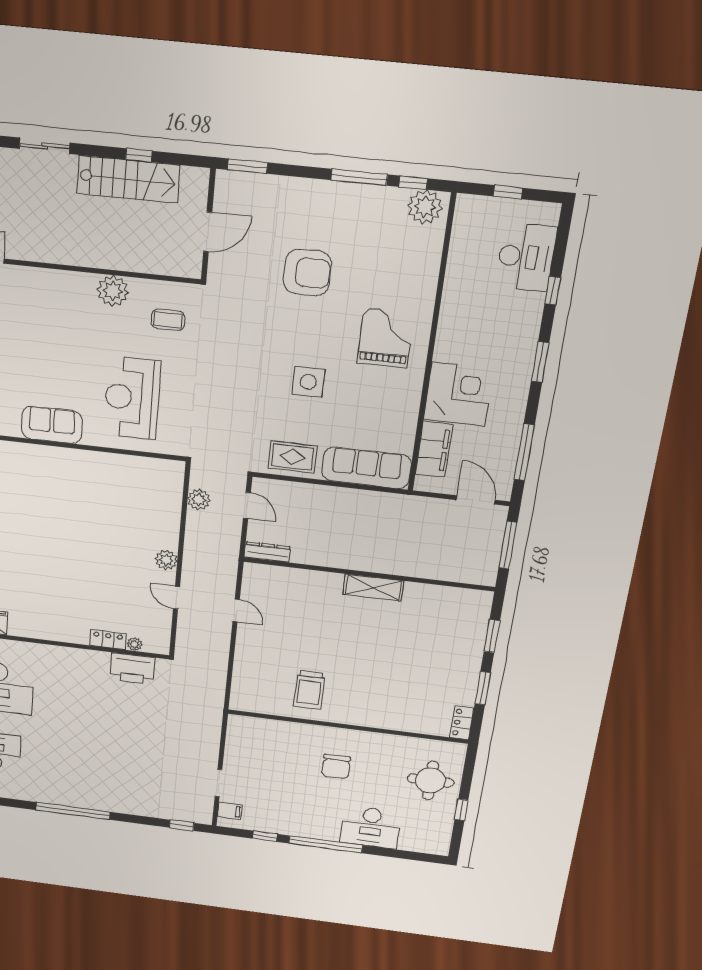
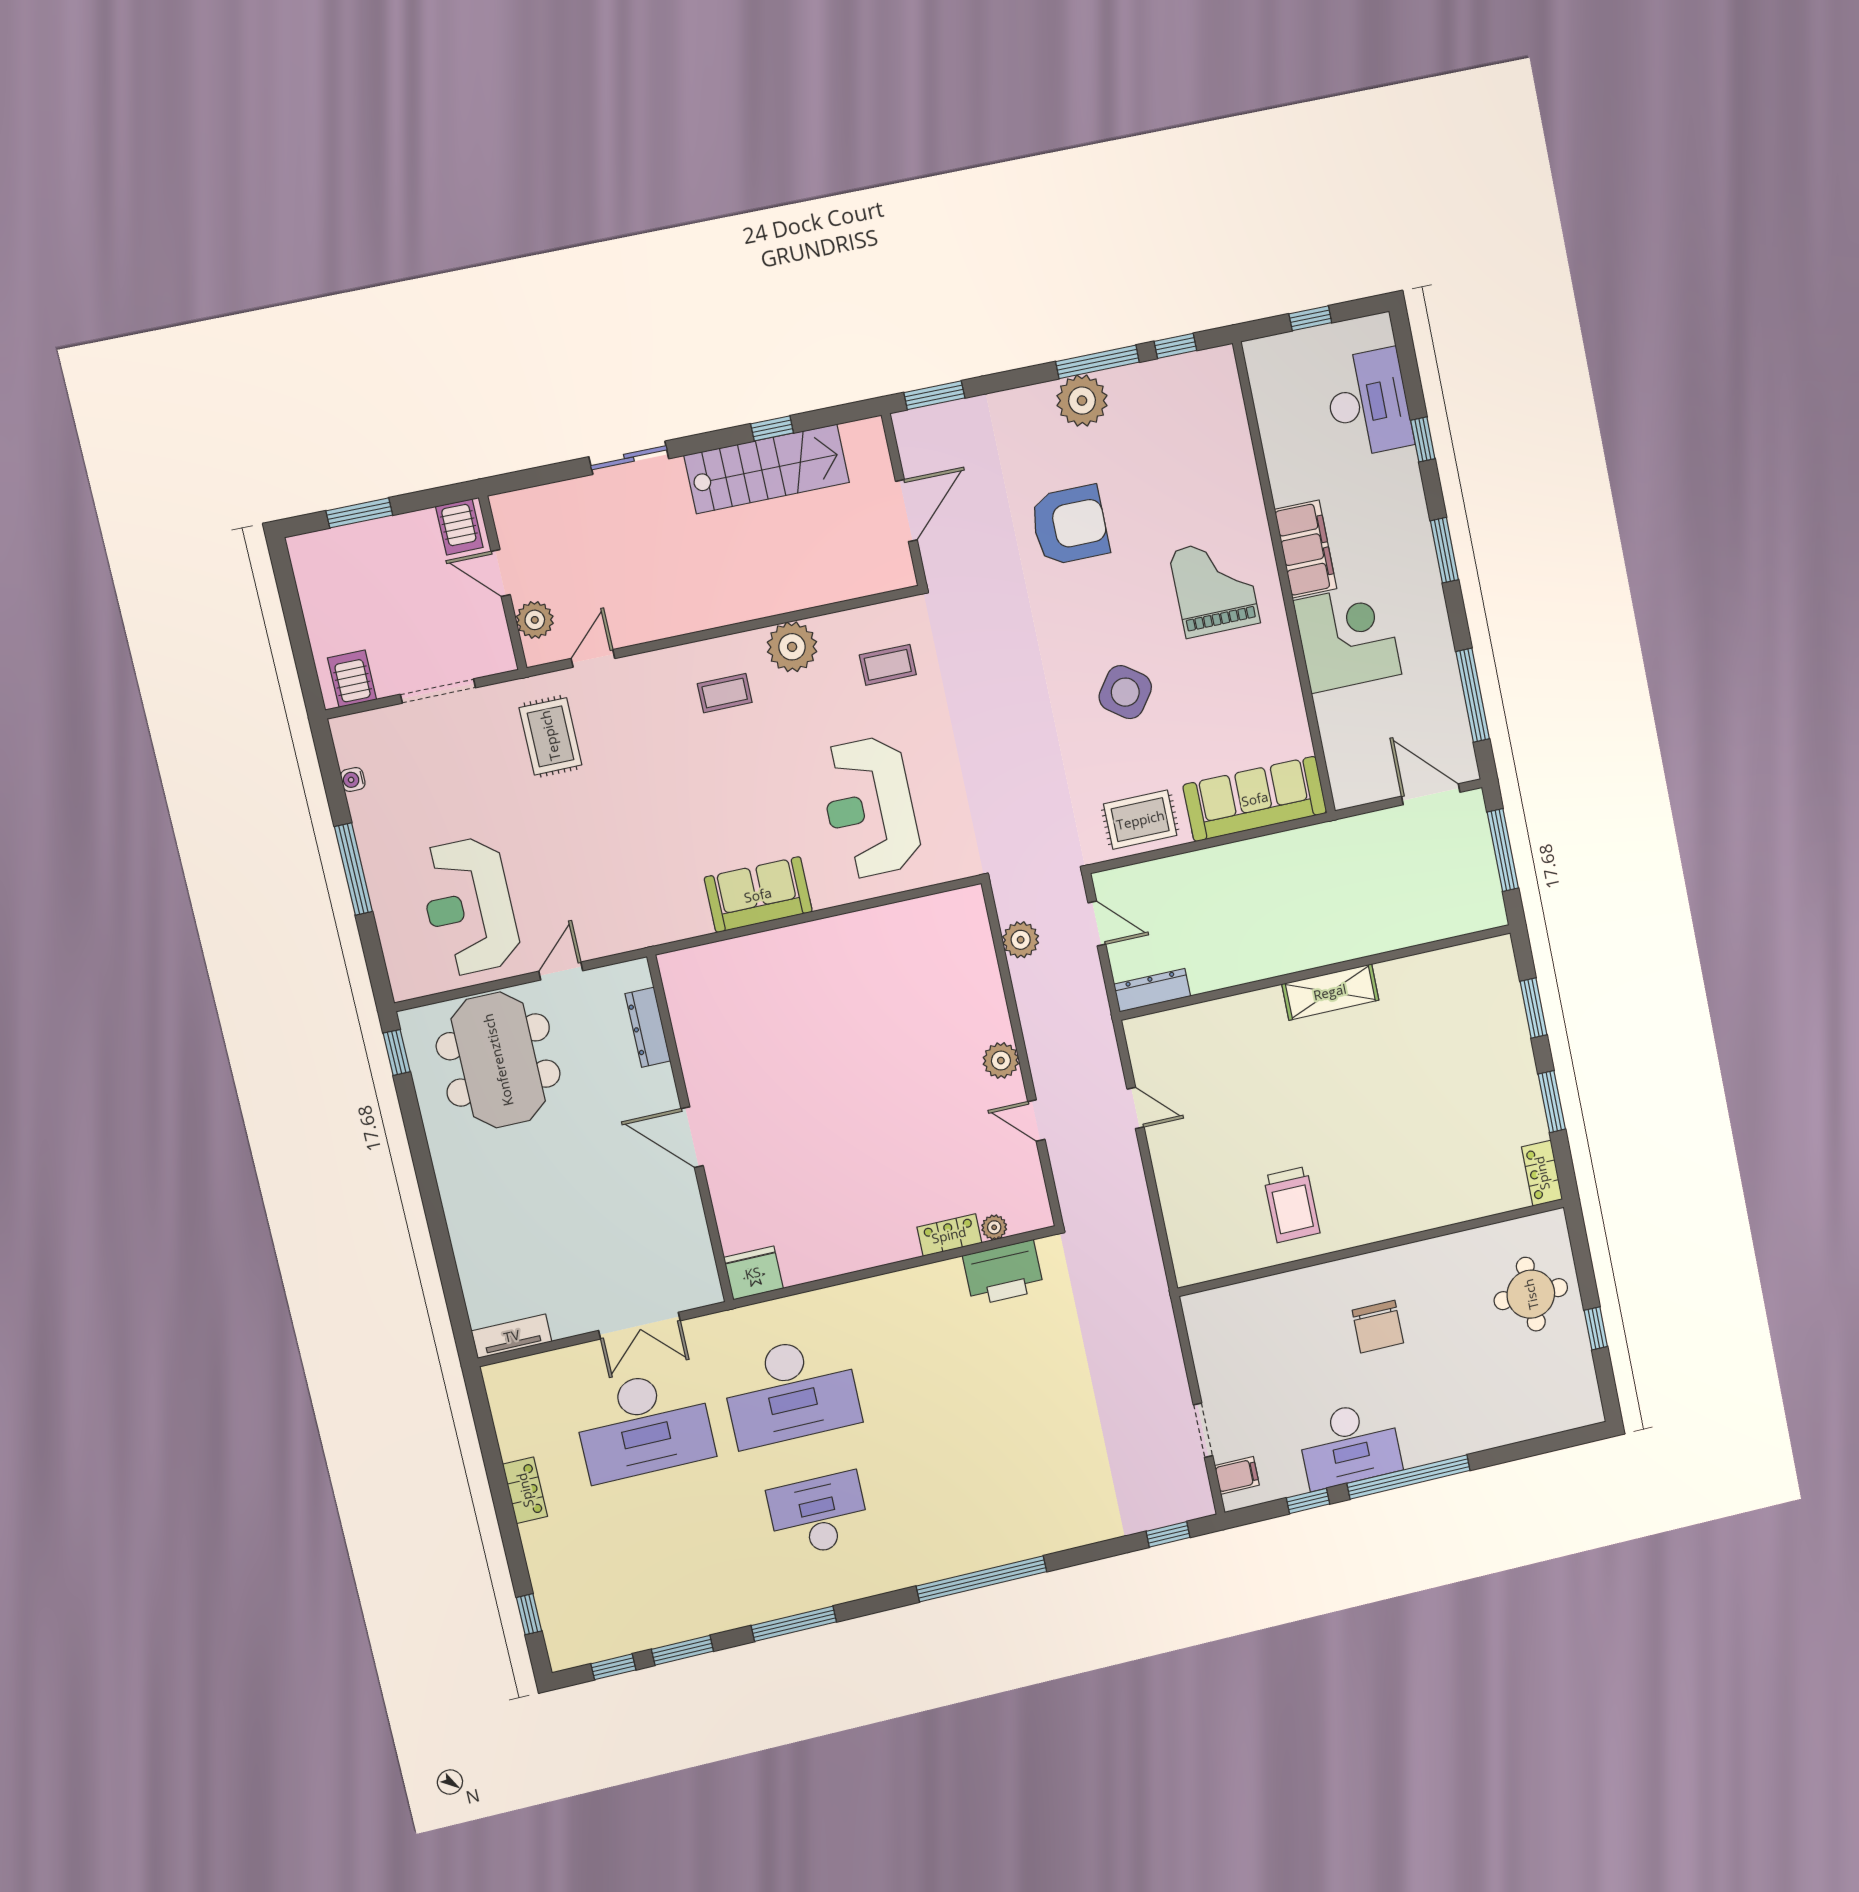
plant: (425, 207) -> (1082, 401), moved
coffee table: (64, 305) -> (725, 693), added
side table: (308, 382) -> (1125, 692), turned 36
filing cabinet: (434, 449) -> (1306, 549), moved
desk: (371, 827) -> (1350, 1445), moved

